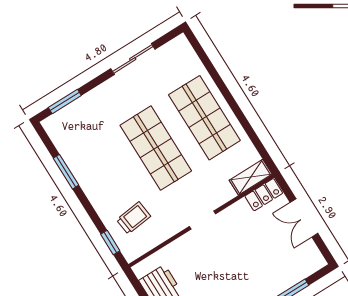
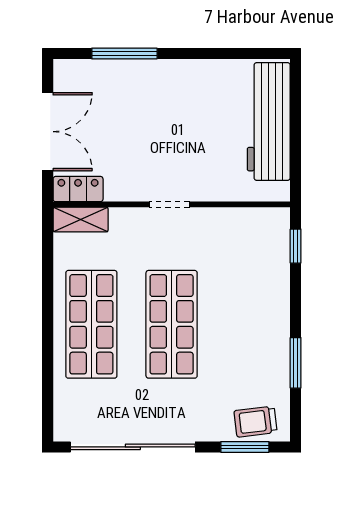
sliding door: (133, 59) -> (133, 447), width x1.86
trolley: (134, 218) -> (255, 422), moved
double door: (304, 218) -> (48, 132), width x1.37

